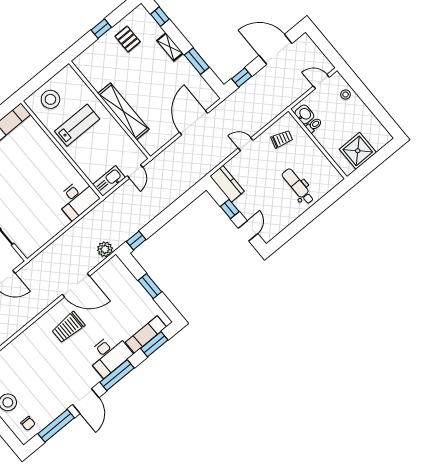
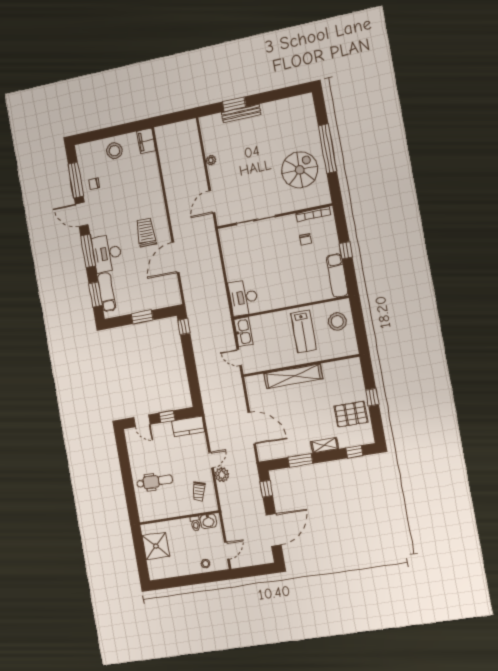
pallet: (128, 39) -> (351, 414), width x1.50, depth x1.42
plant: (105, 249) -> (222, 475), moved
chair: (28, 423) -> (94, 184), moved

